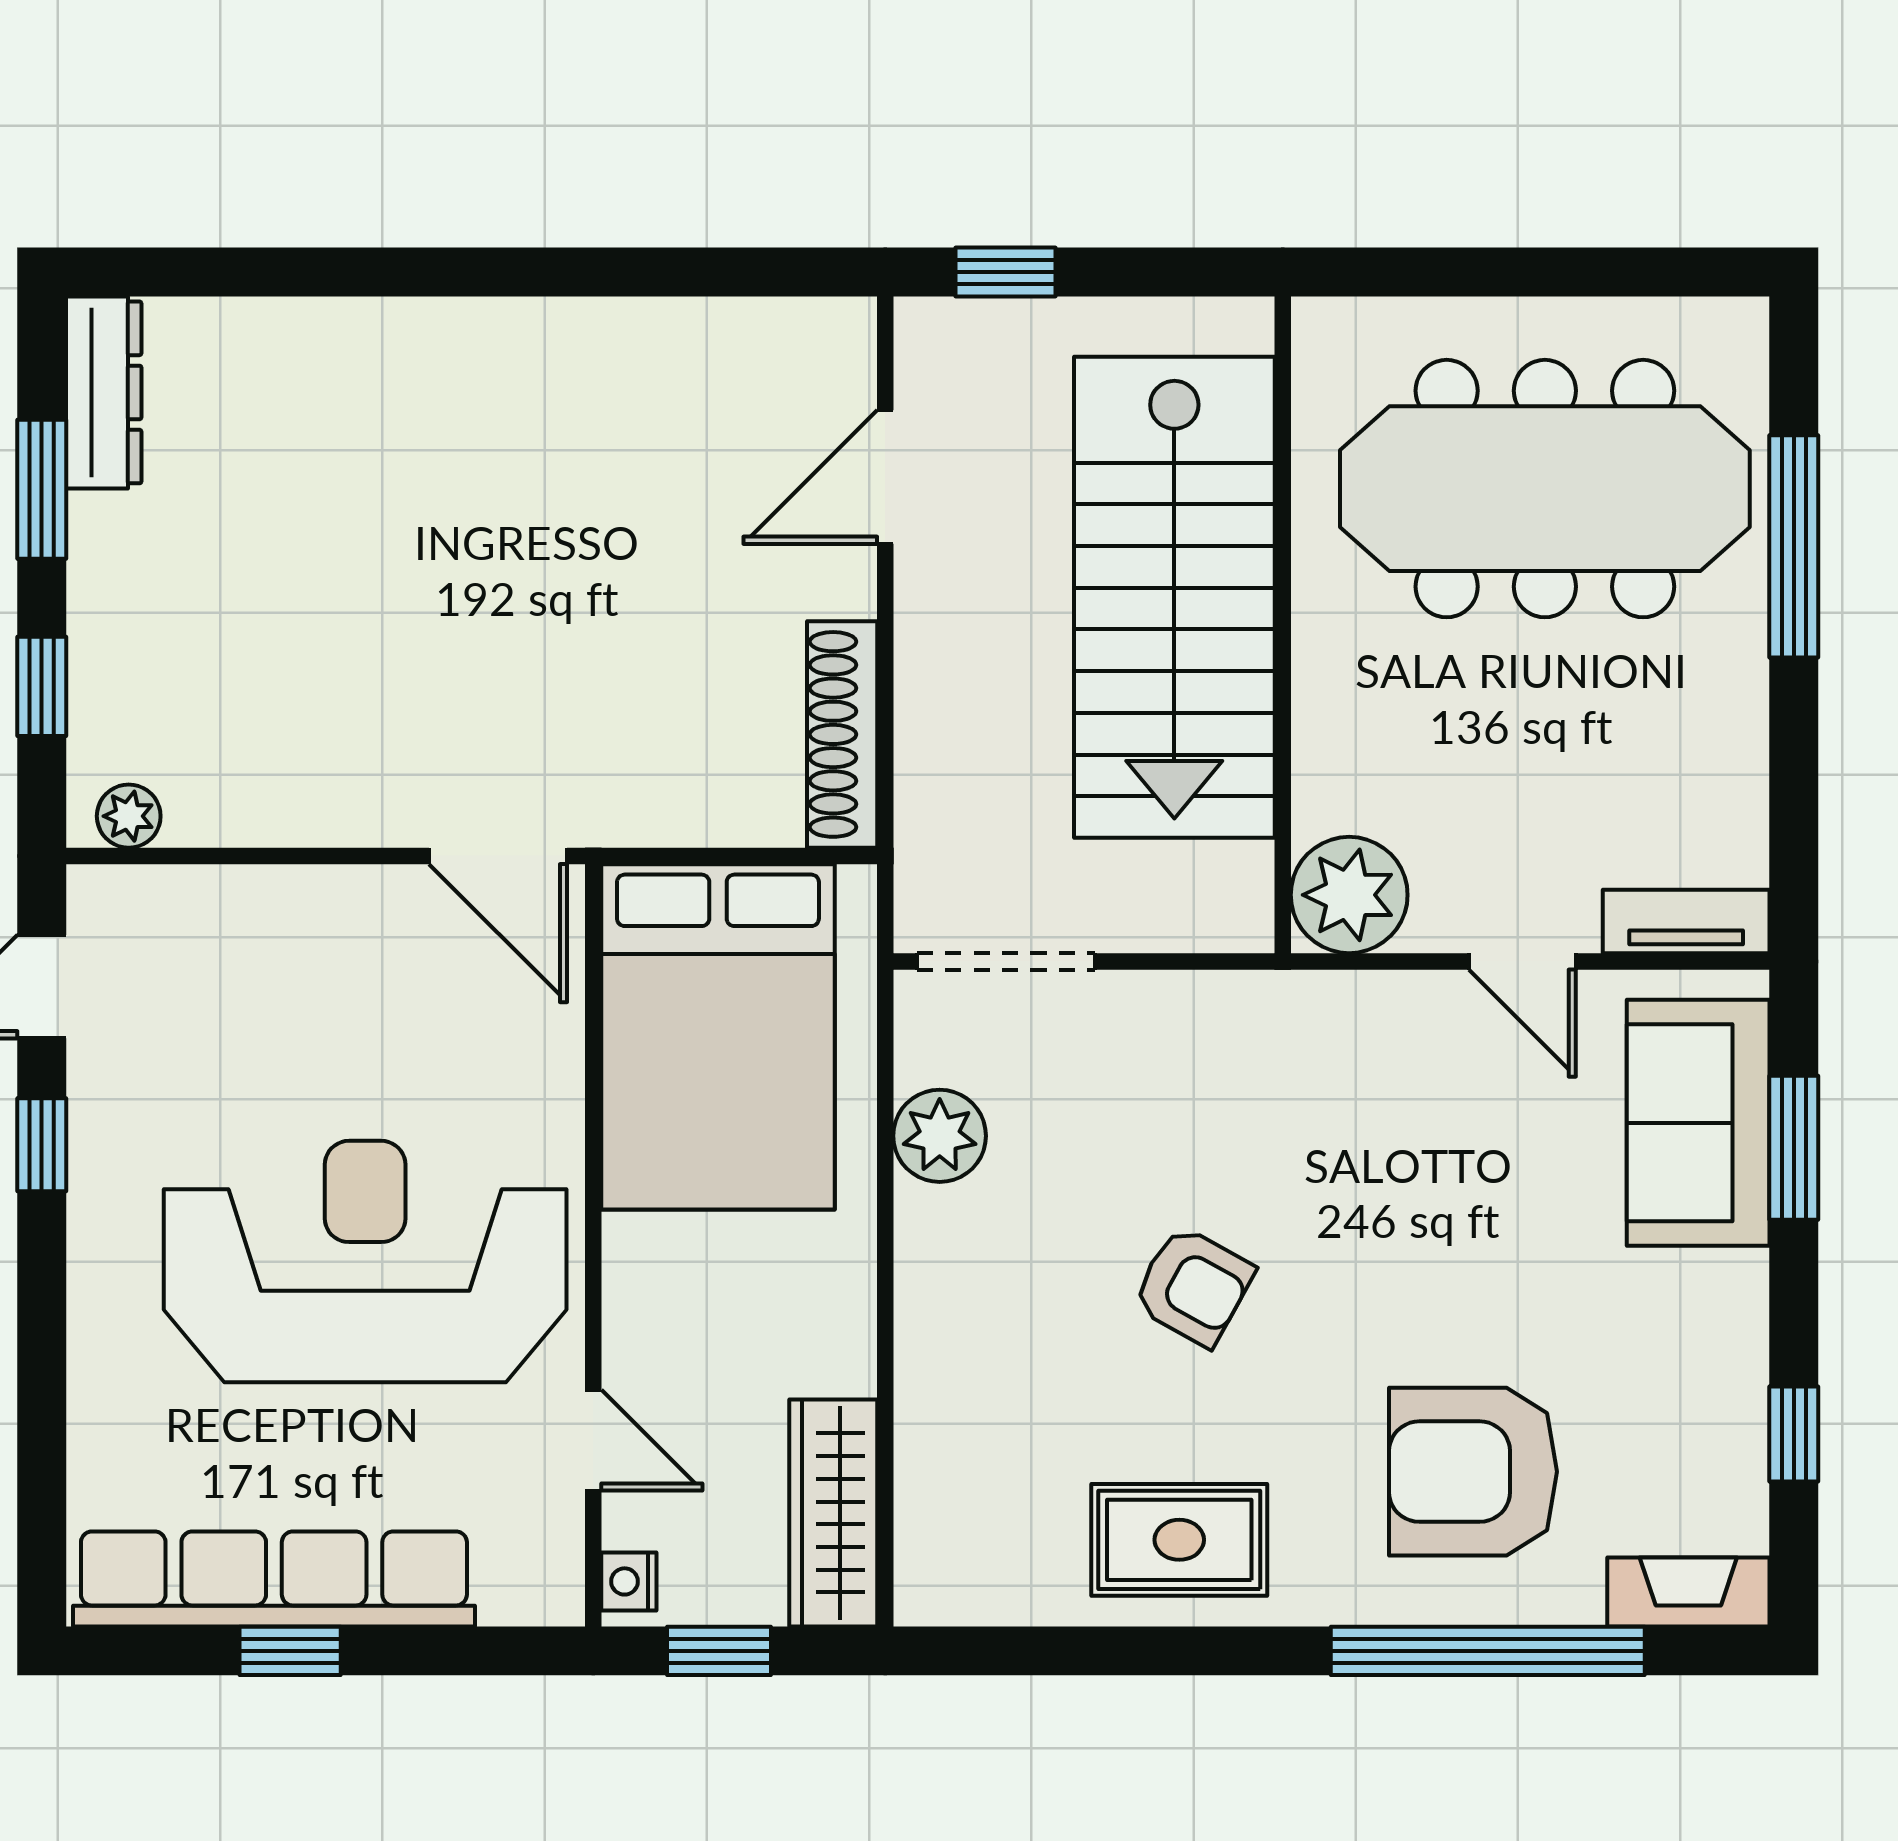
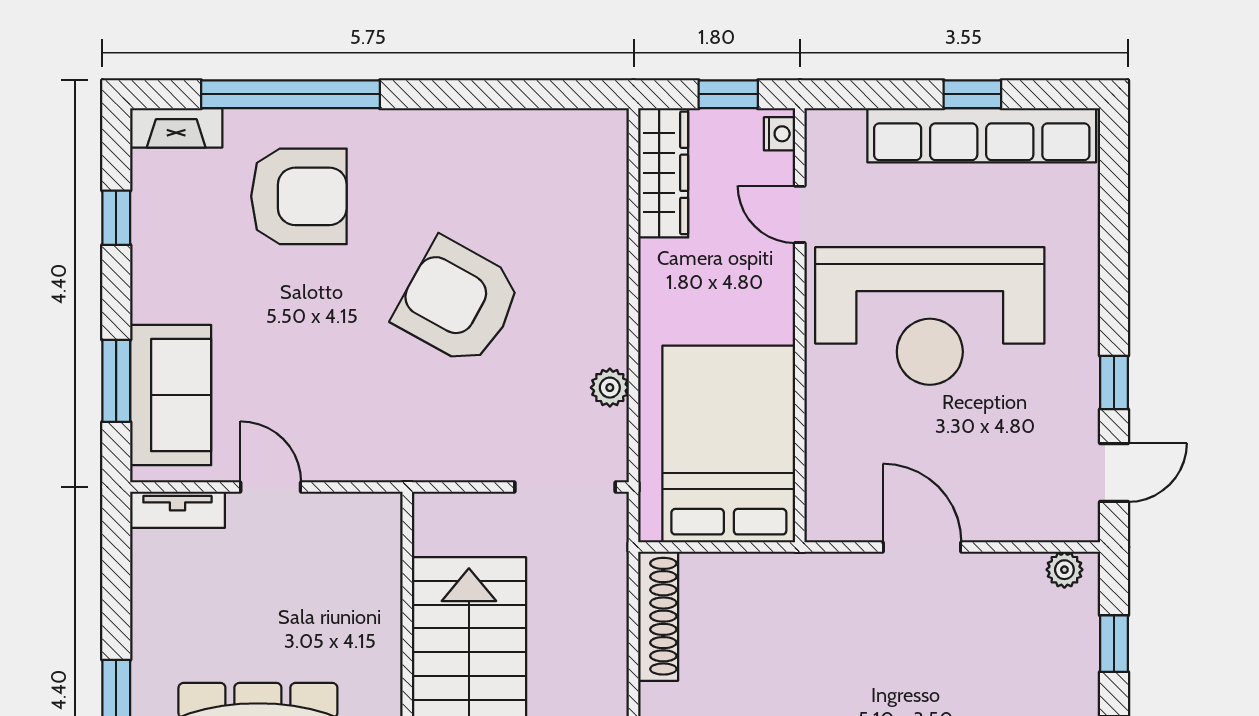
door: (498, 856) -> (922, 547), moved
plant: (1349, 895) -> (369, 525), removed
plant: (940, 1136) -> (610, 388), width x0.73, depth x0.73
armchair: (1193, 1286) -> (458, 302), width x1.88, depth x1.88
rug: (1179, 1540) -> (466, 158), removed

